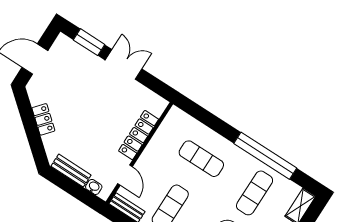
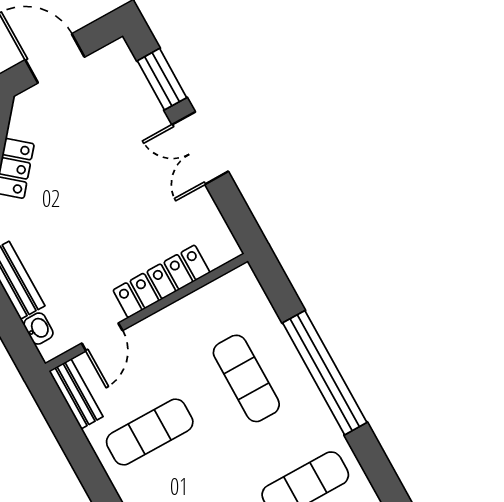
double door: (124, 64) -> (200, 148), swing flipped
window: (265, 156) -> (325, 373), moved

